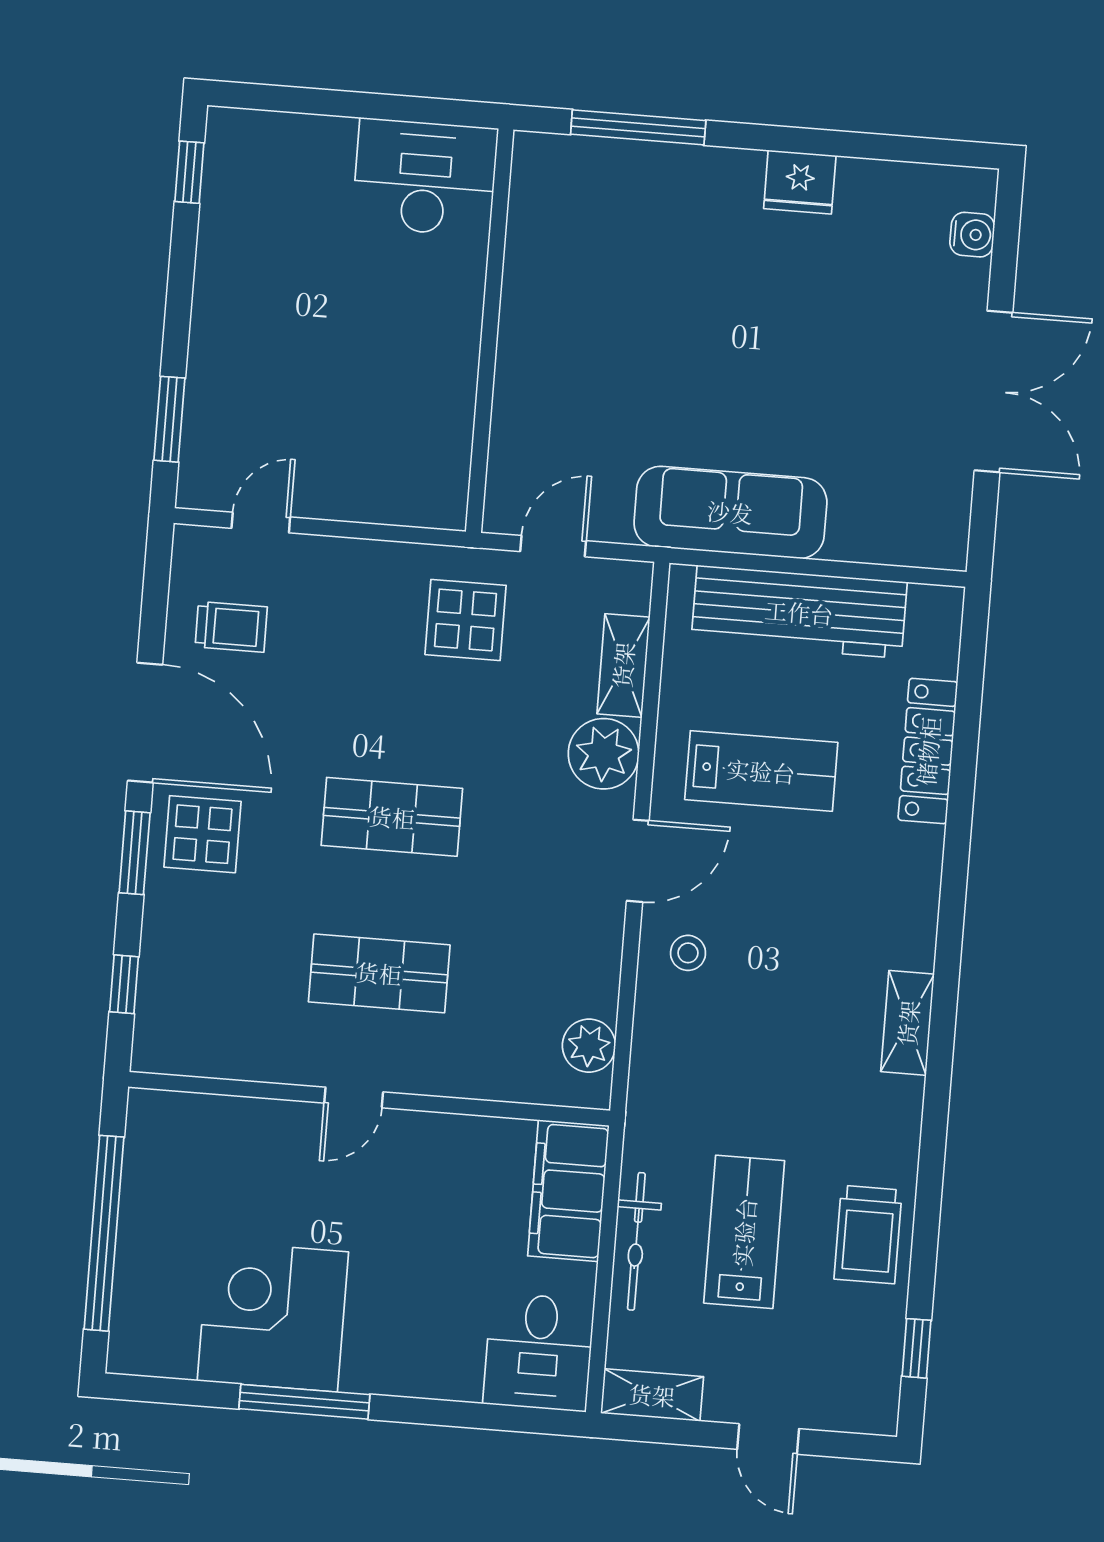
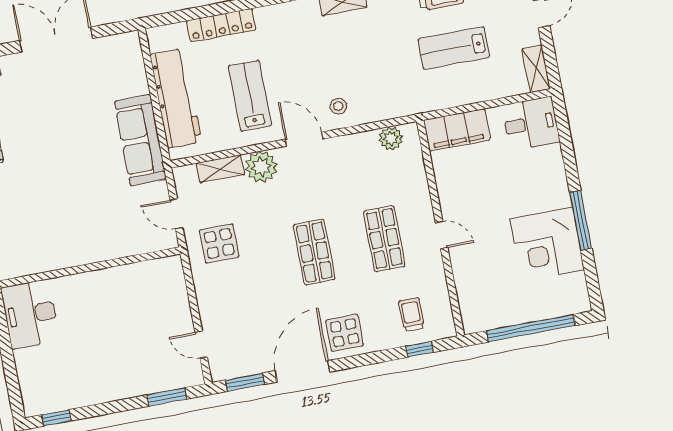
trolley: (231, 627) -> (411, 314), moved
window: (135, 853) -> (245, 382), moved
bicycle: (636, 1241) -> (471, 94), removed

